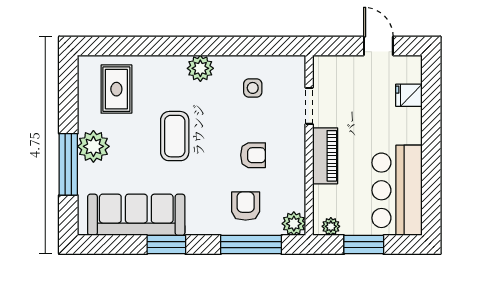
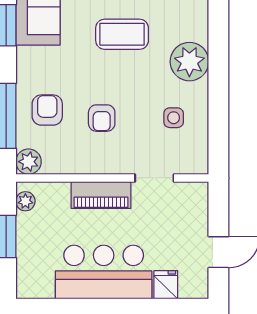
plant: (200, 68) -> (189, 62), width x1.36, depth x1.36
bar counter: (397, 190) -> (104, 272), moved
armchair: (246, 206) -> (47, 110), turned -90

